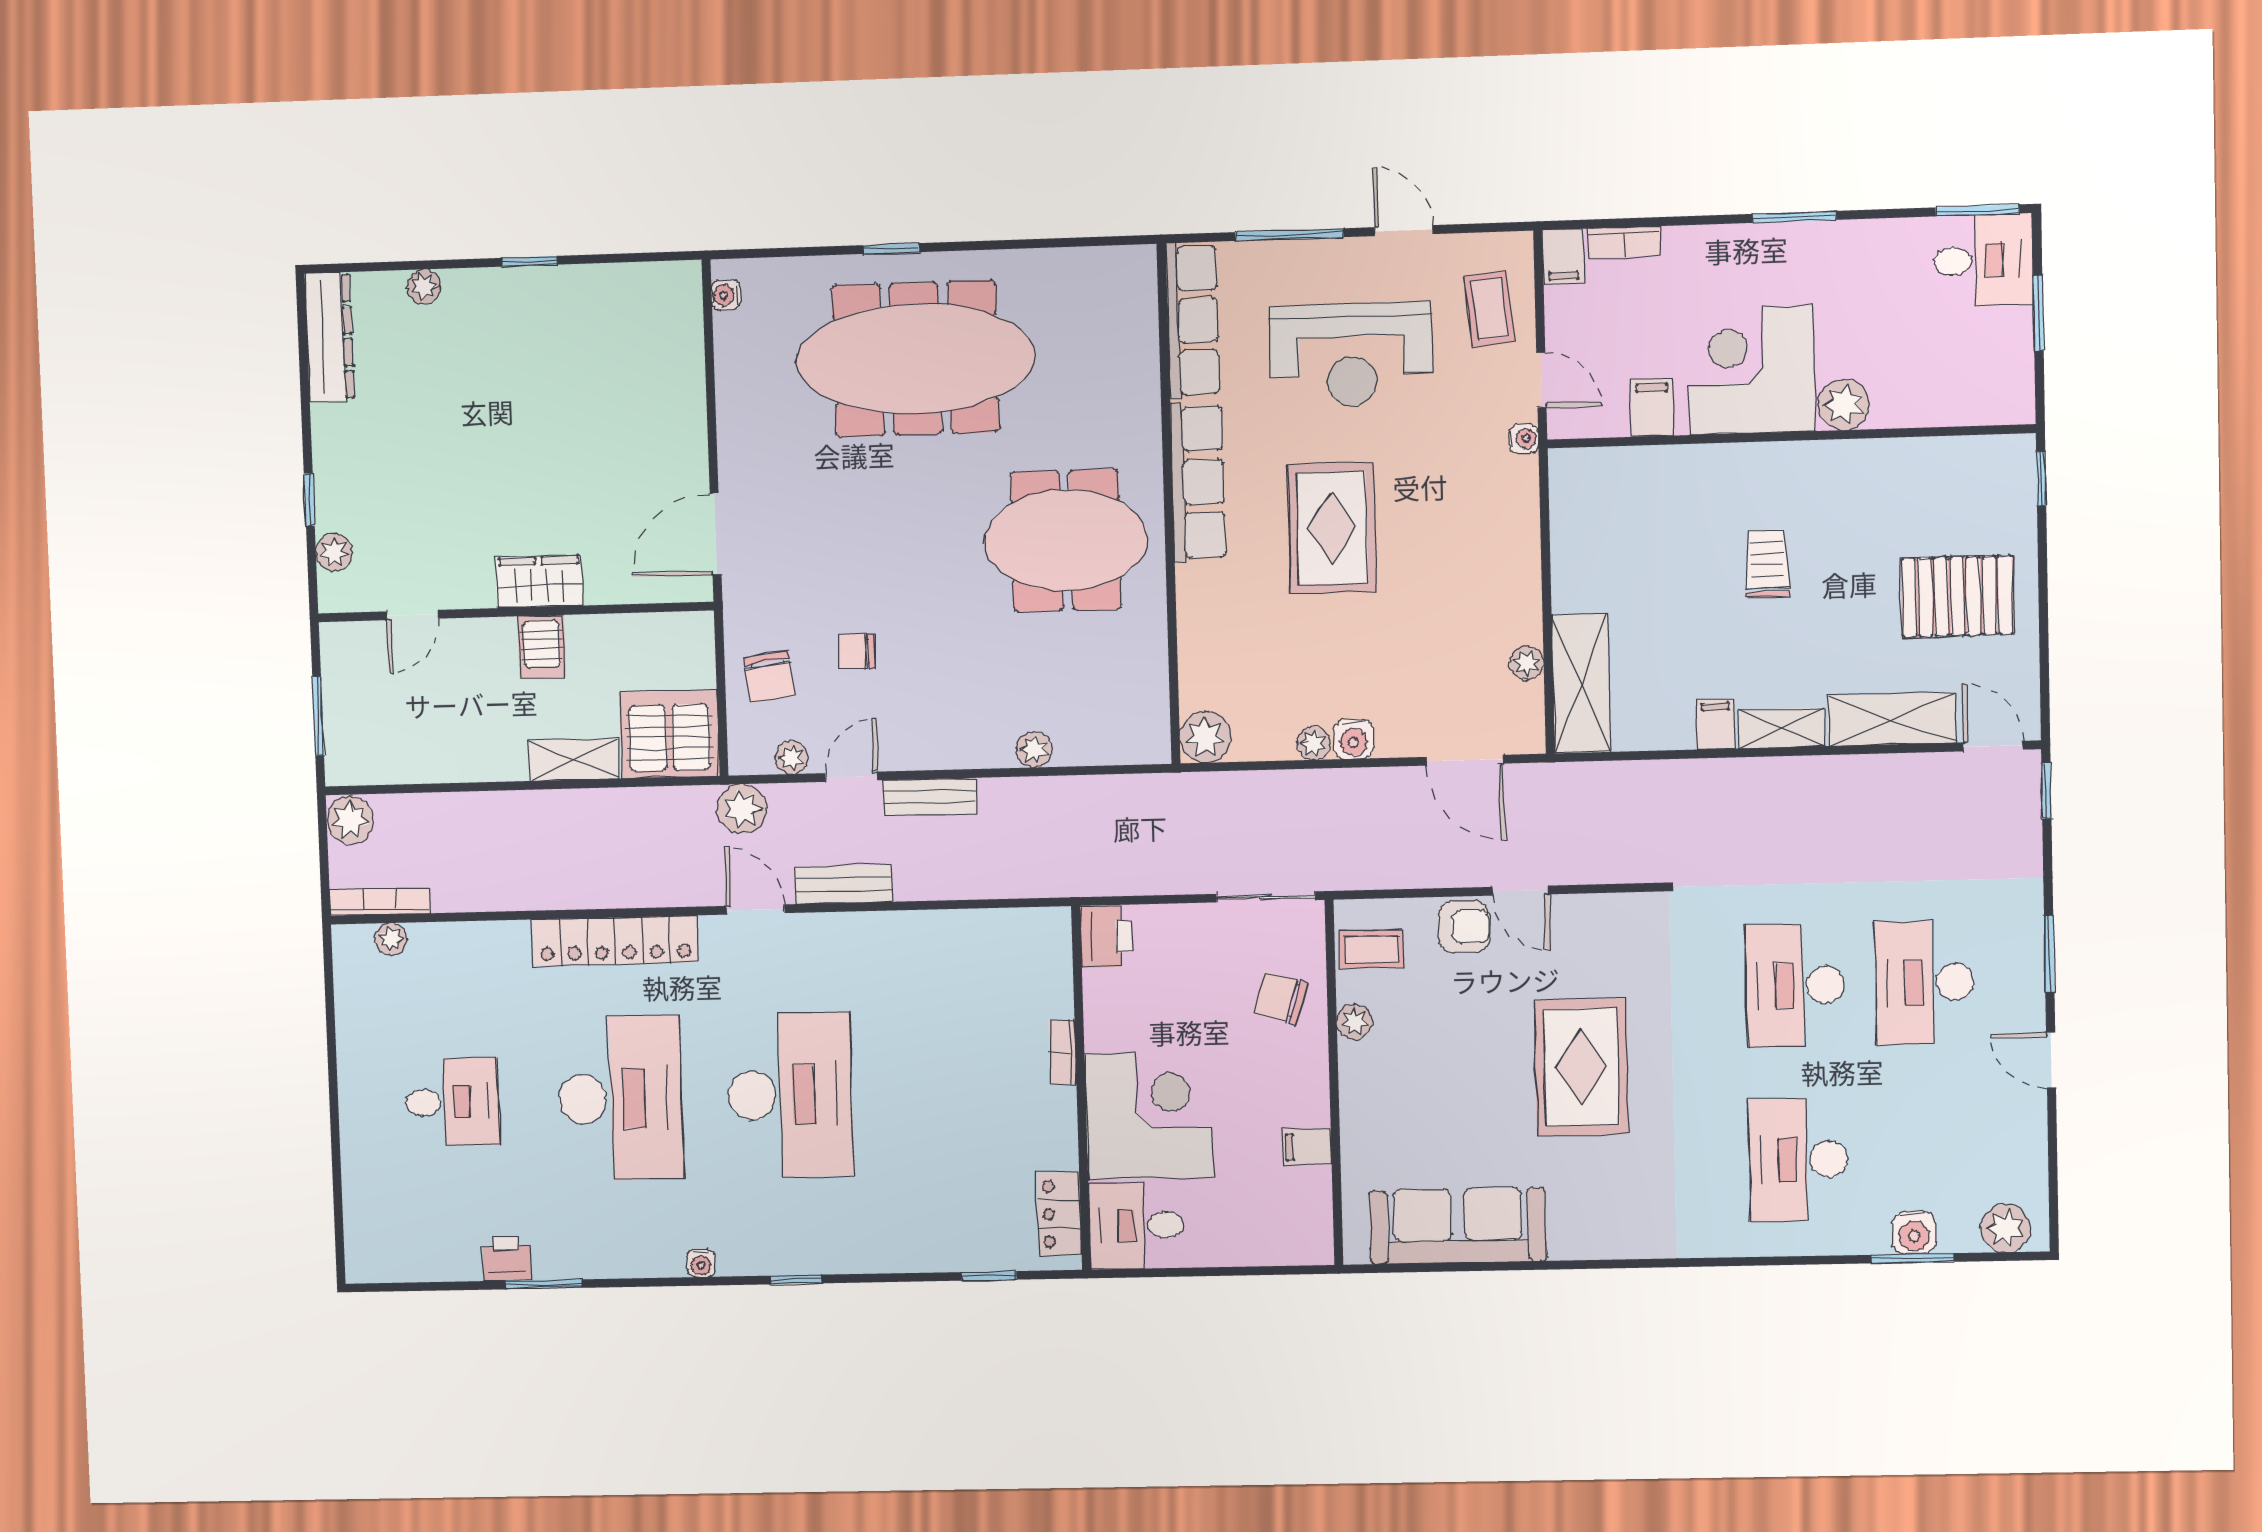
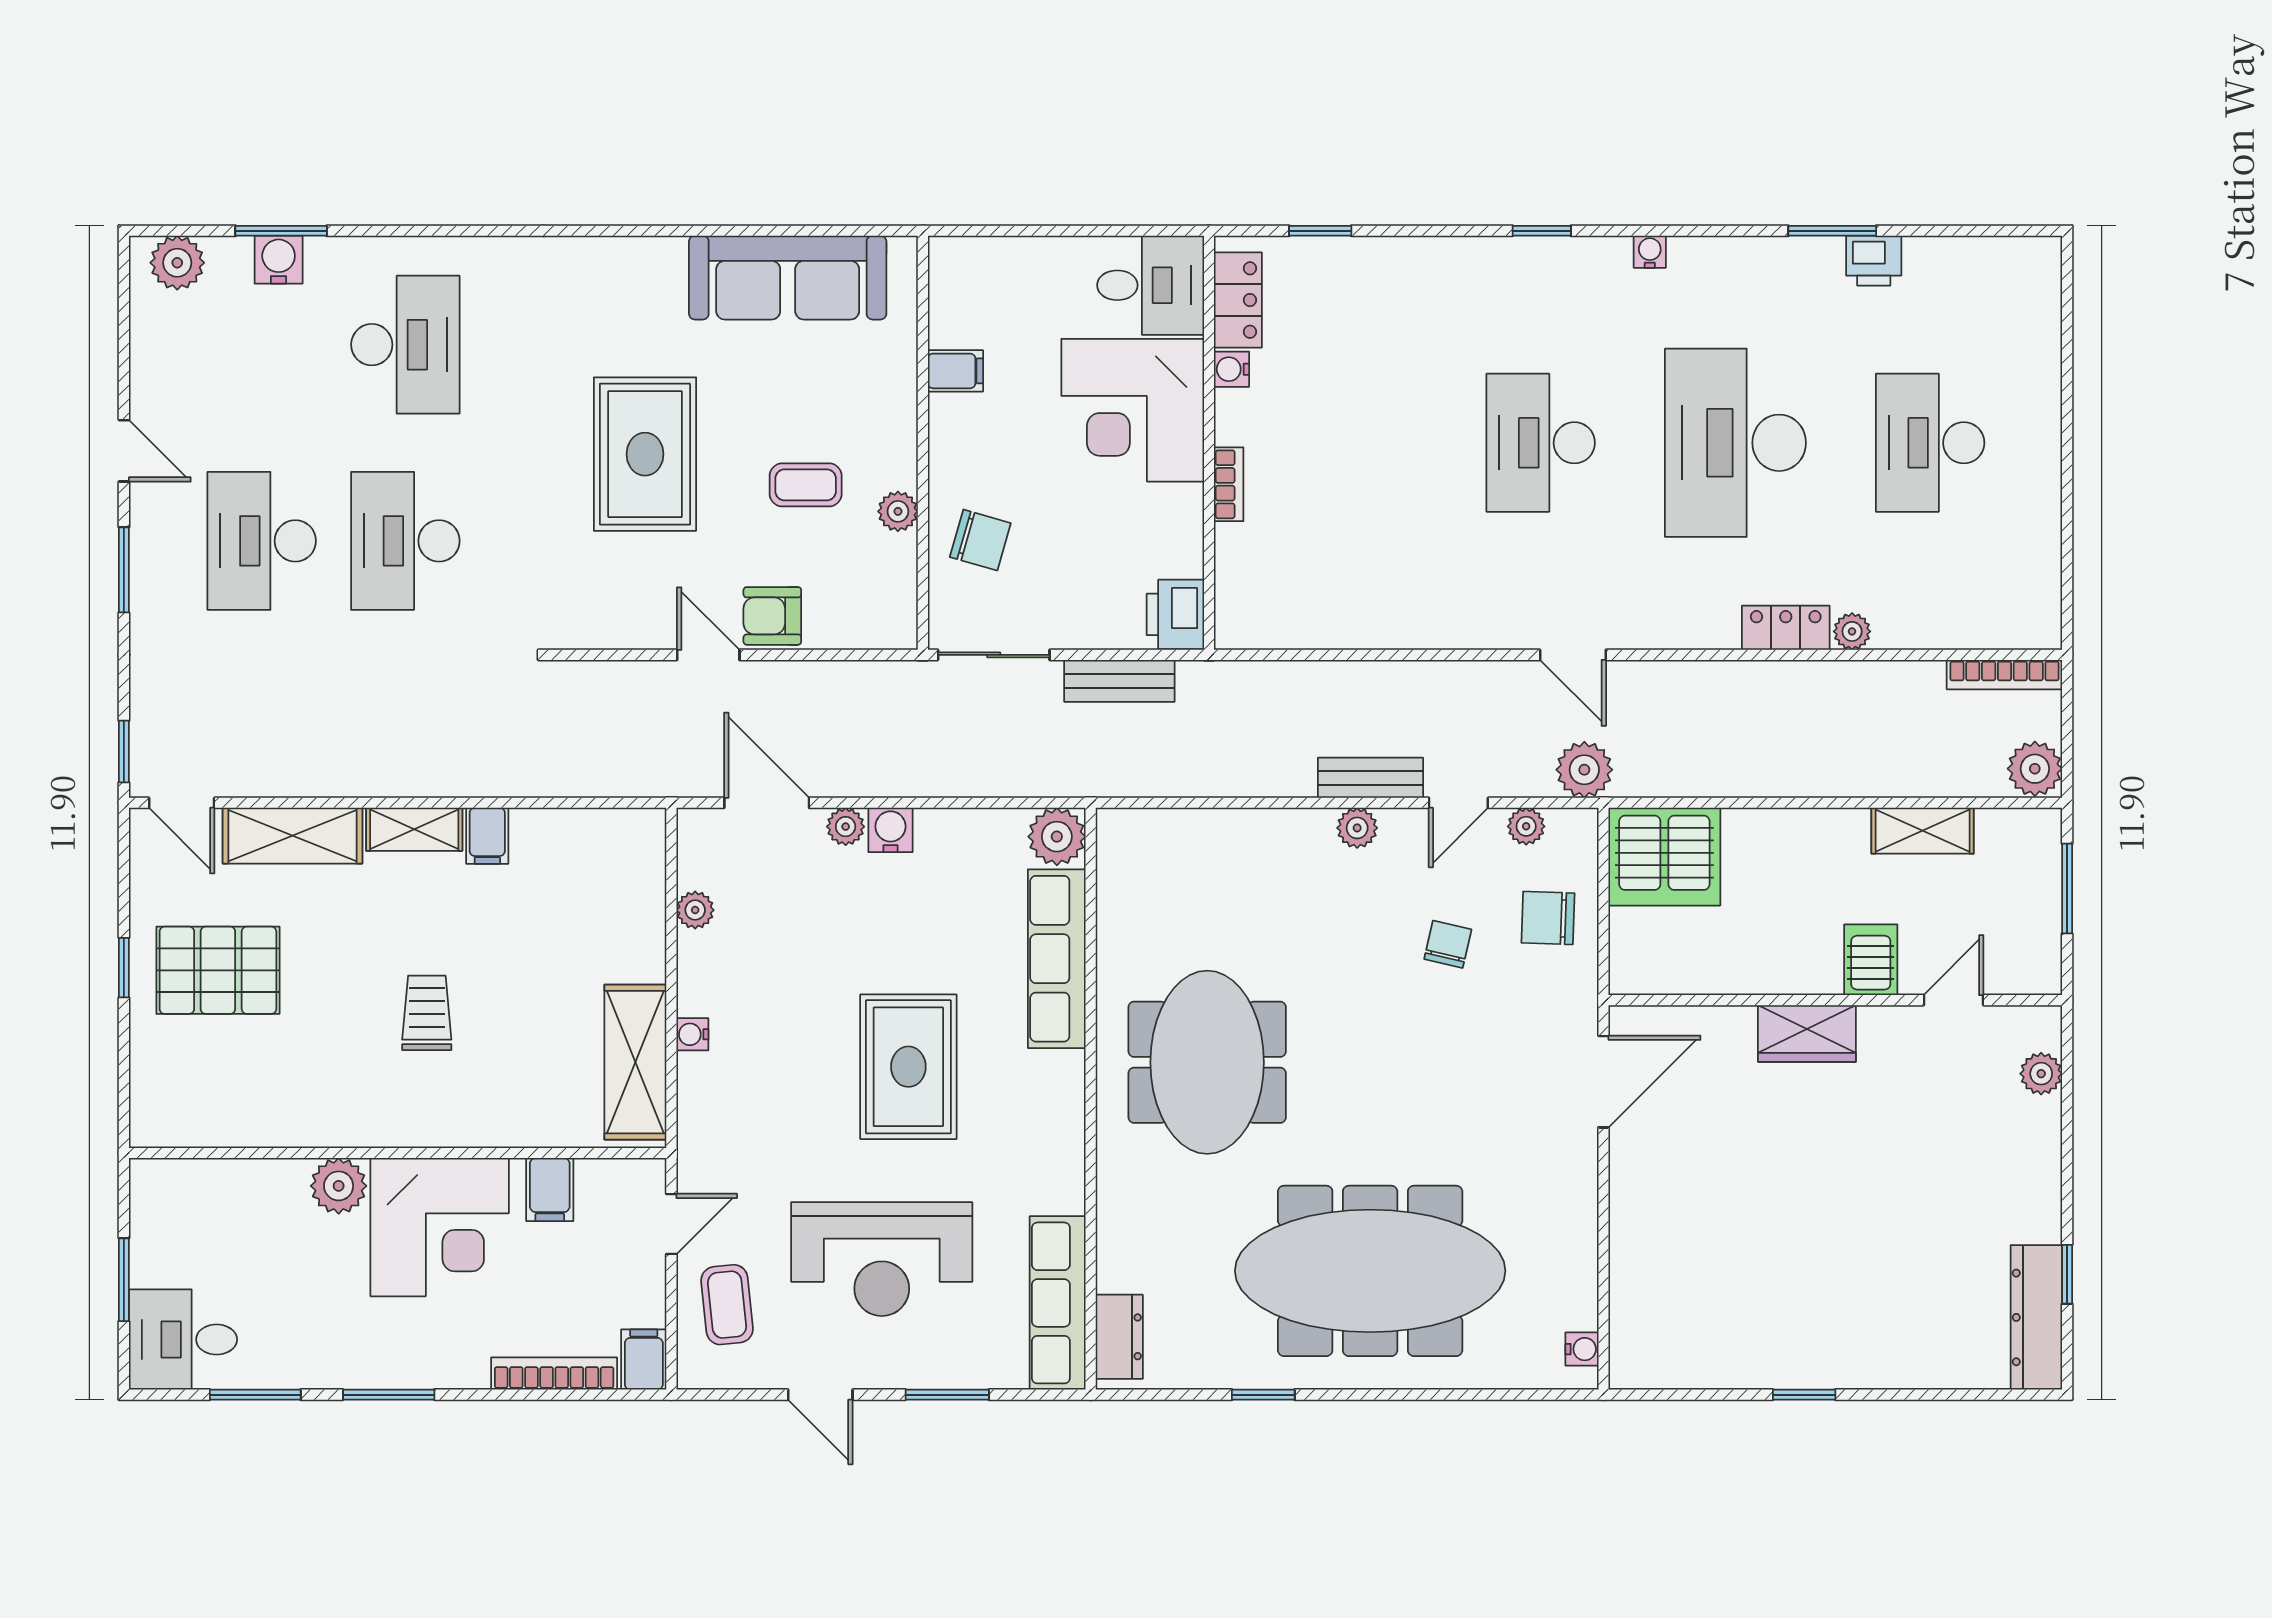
window: (1977, 210) -> (255, 1395), moved
window: (1289, 235) -> (947, 1395), width x0.69
bookcase: (1624, 242) -> (554, 1374), width x1.56
window: (891, 249) -> (1263, 1395), moved
plant: (424, 287) -> (1926, 1370), removed
dresser: (1137, 292) -> (1119, 1337), added
reception desk: (1351, 355) -> (882, 1259), turned 180
door: (1541, 380) -> (671, 1224), swing flipped
water cooler: (1524, 438) -> (692, 1034), moved
window: (2041, 479) -> (124, 968), moved
row of seats: (1198, 482) -> (1057, 959), moved
window: (309, 500) -> (2067, 1274), moved
meeting table: (1066, 540) -> (1207, 1062), turned 90
trolley: (1767, 563) -> (427, 1013), turned 180
server rack: (542, 647) -> (1871, 960), moved
chair: (857, 651) -> (1448, 944), turned -77
chair: (769, 677) -> (1548, 918), turned -80
shelving: (1581, 683) -> (635, 1062), moved
plant: (1314, 743) -> (846, 827), moved
plant: (1034, 750) -> (1357, 828), moved
shelving: (573, 760) -> (1923, 831), moved
bench: (844, 884) -> (1119, 681), moved
plant: (391, 939) -> (1852, 631), moved
locker: (615, 941) -> (1786, 628), width x0.46, depth x0.83
coffee table: (1372, 949) -> (806, 485), moved
desk: (1925, 982) -> (262, 541), turned 180
desk: (1795, 985) -> (405, 541), turned 180
desk: (790, 1095) -> (1541, 443), width x0.73, depth x0.77
desk: (452, 1102) -> (1930, 443), width x1.37
water cooler: (1063, 1153) -> (1232, 369), added

